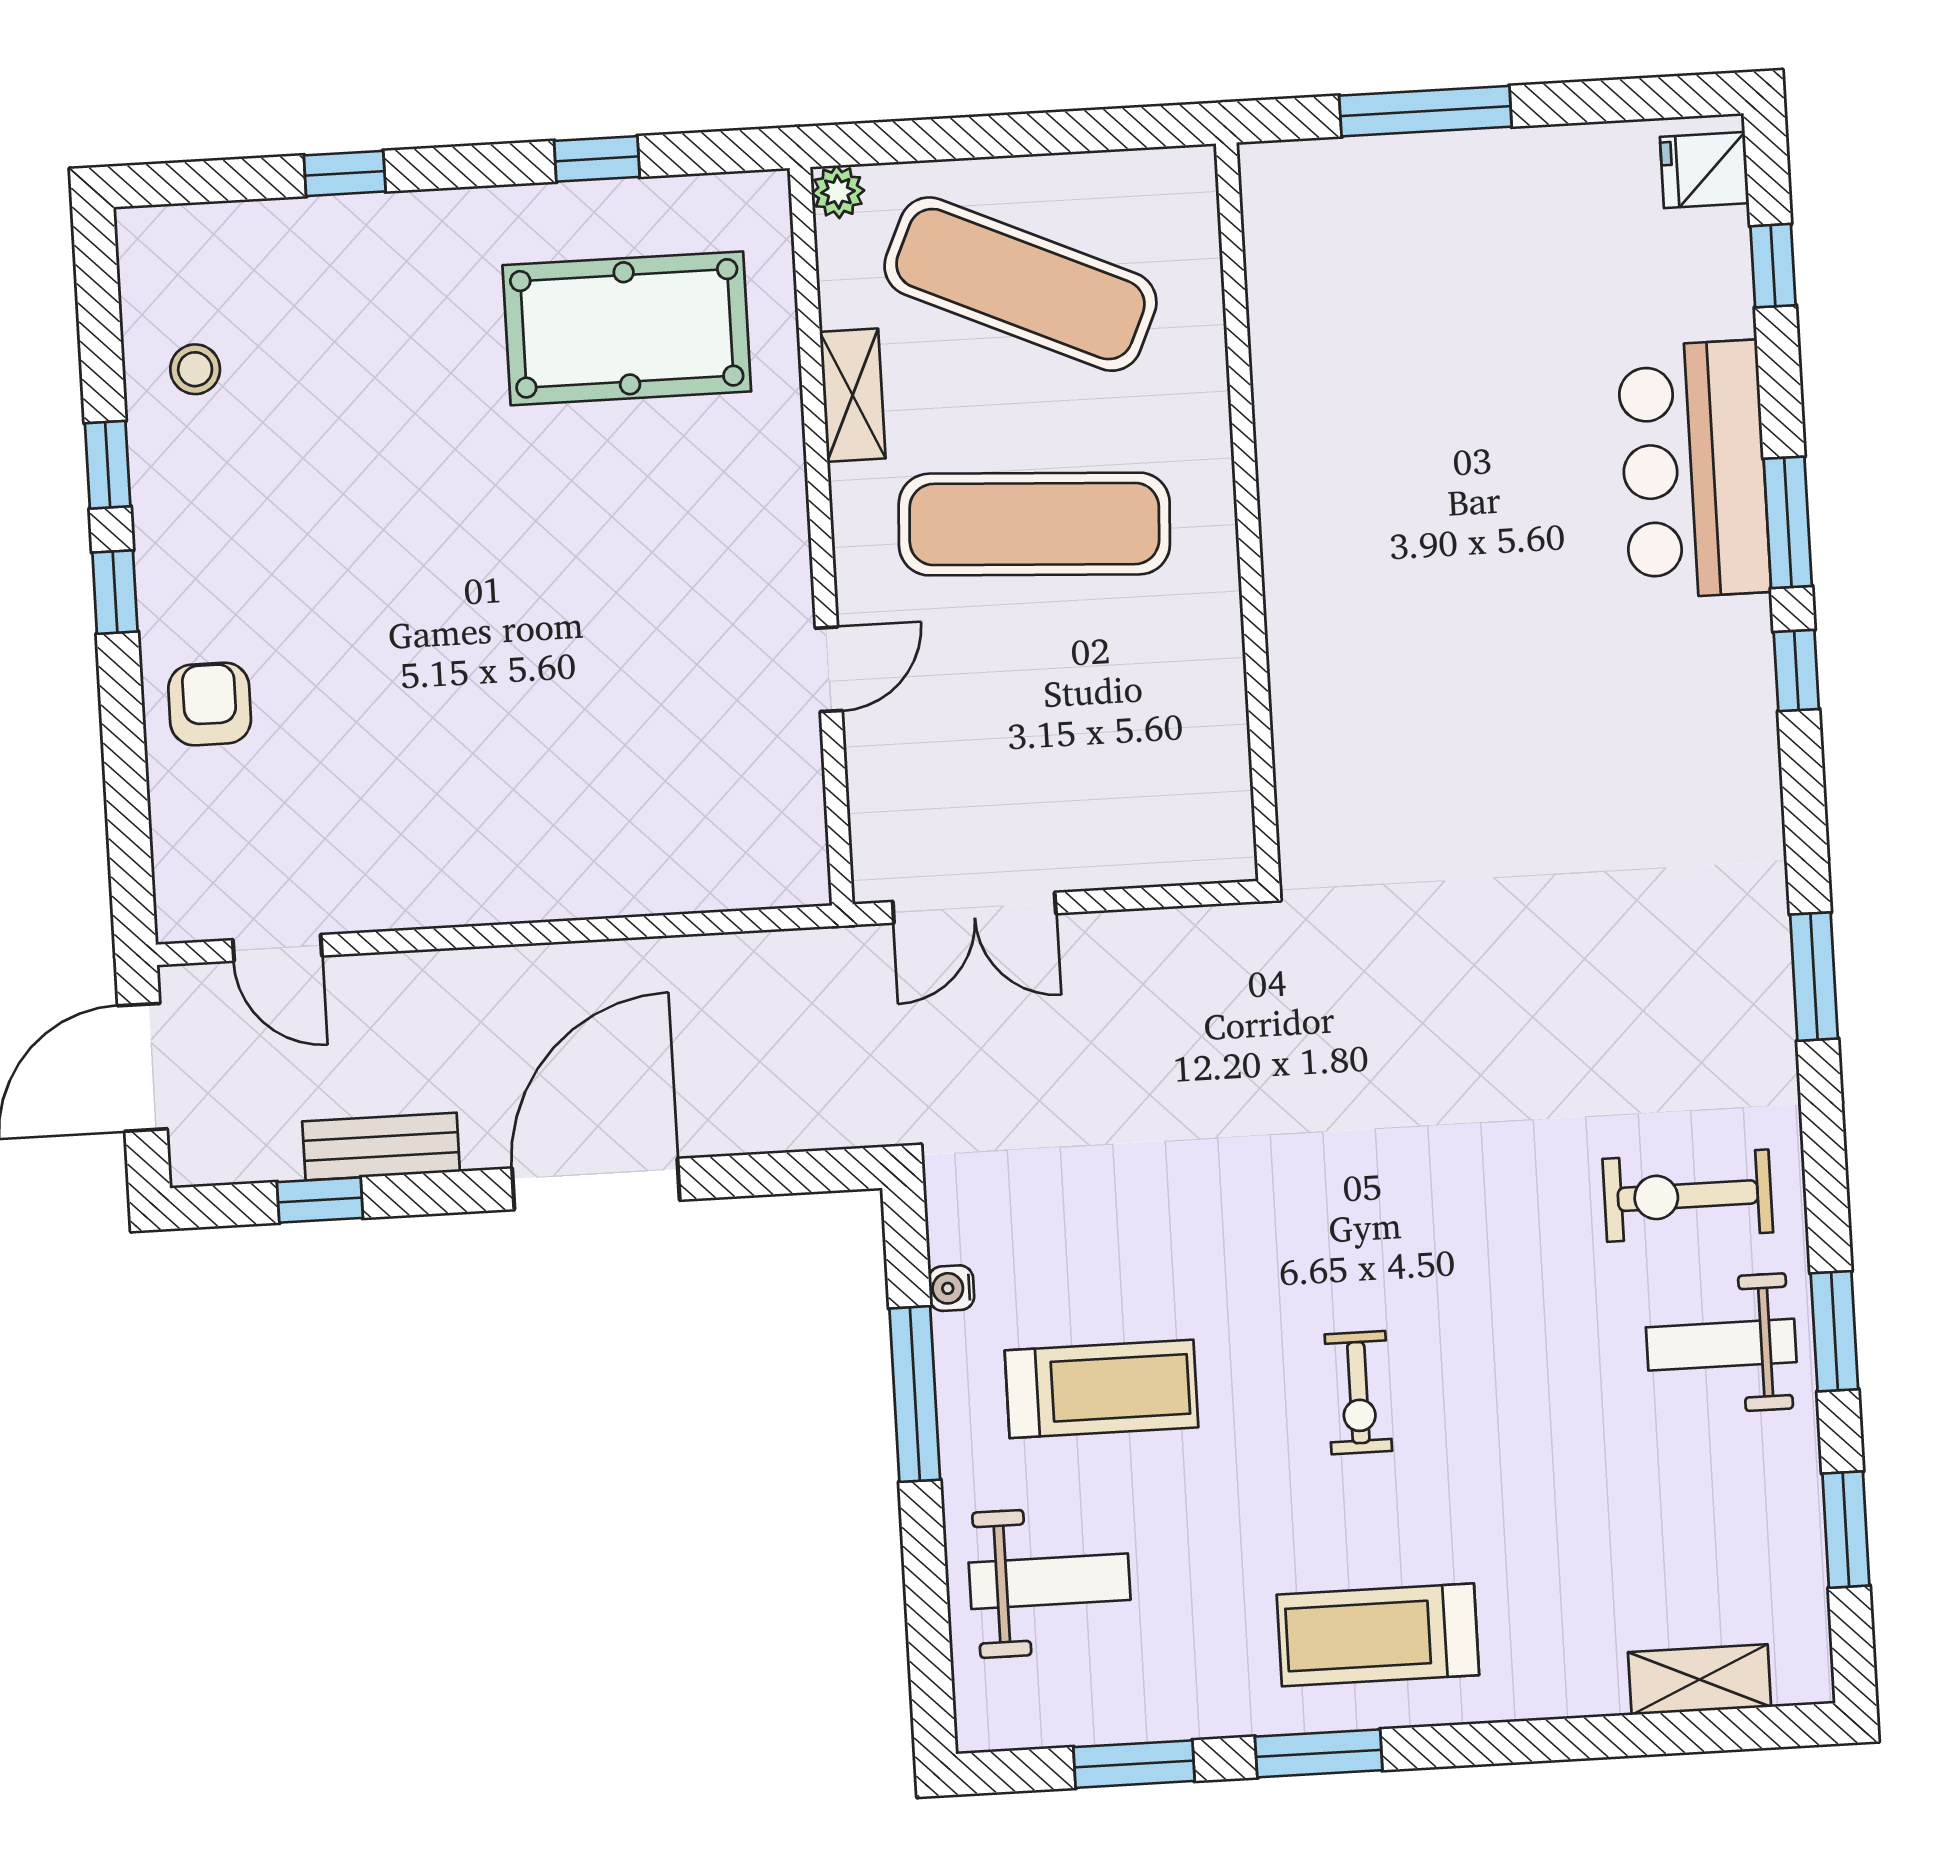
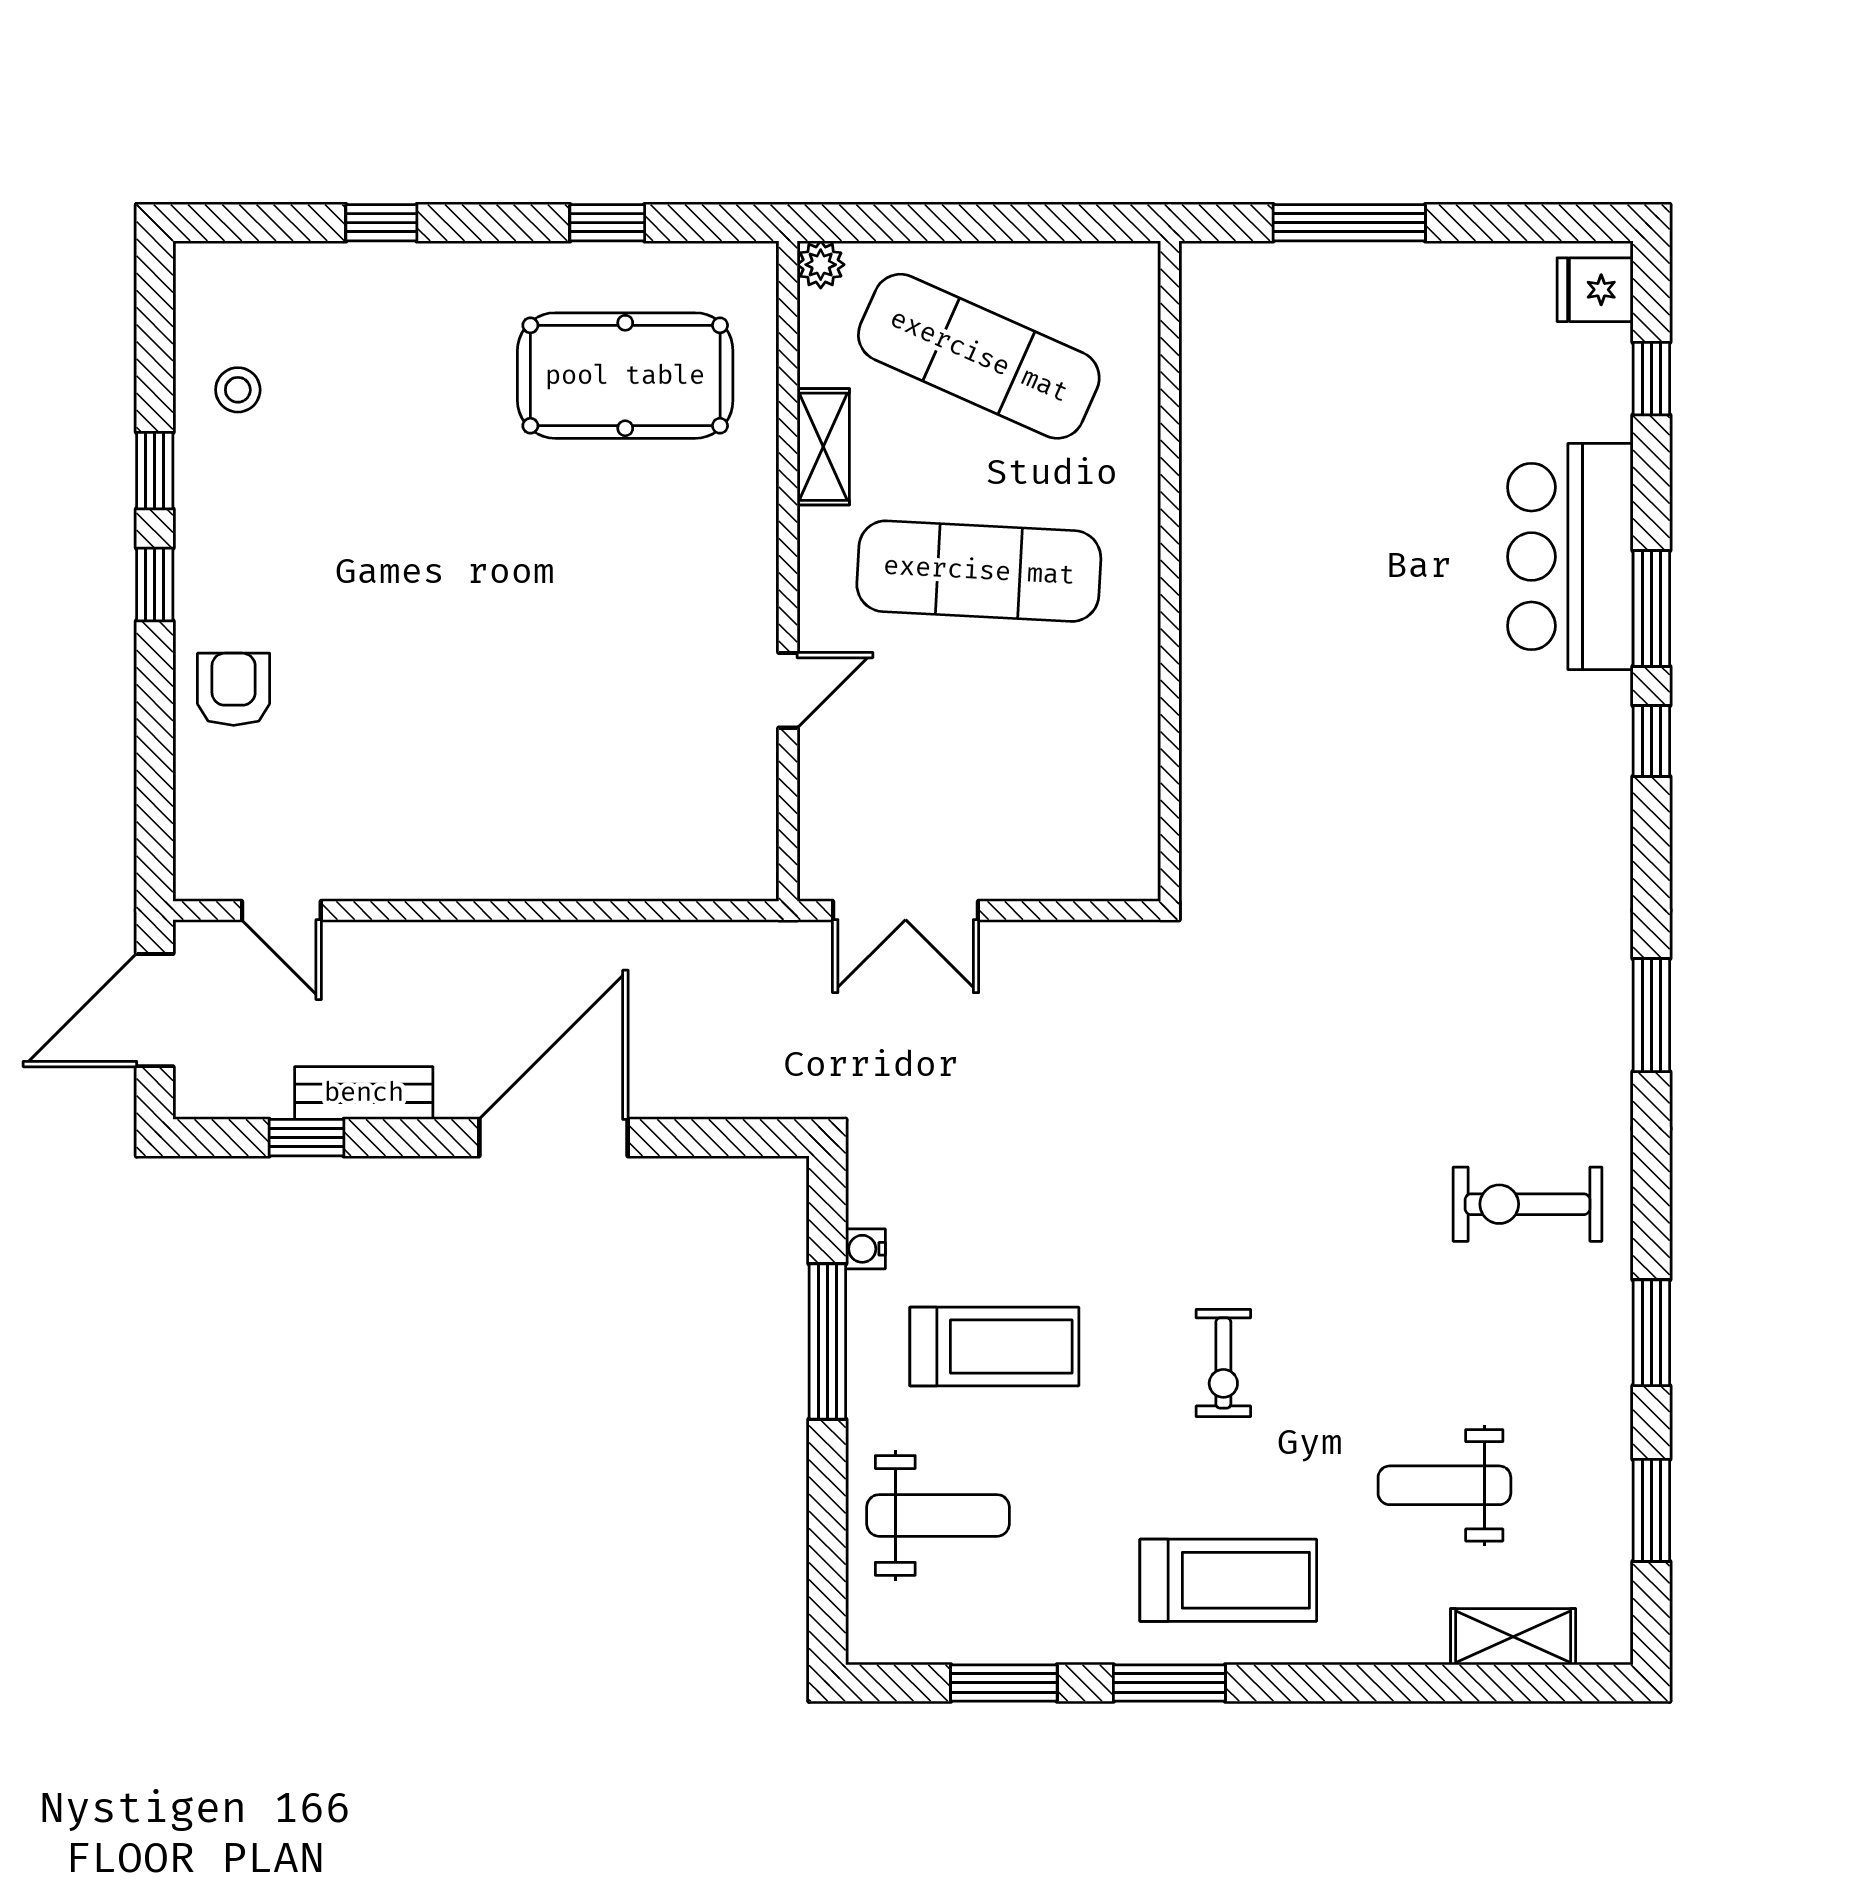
weight bench: (1721, 1345) -> (1444, 1485), moved
treadmill: (1378, 1635) -> (1228, 1580), turned 180

